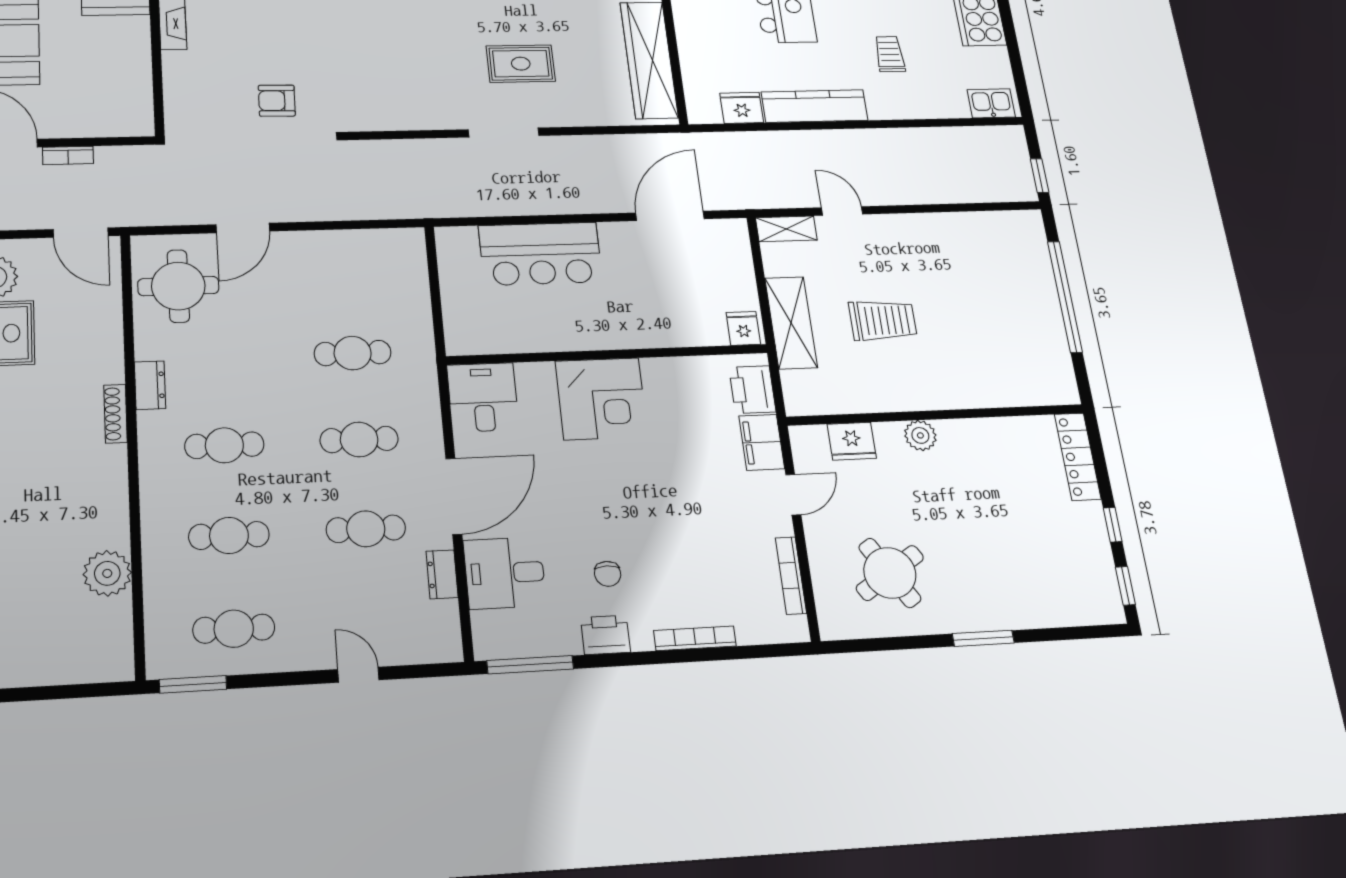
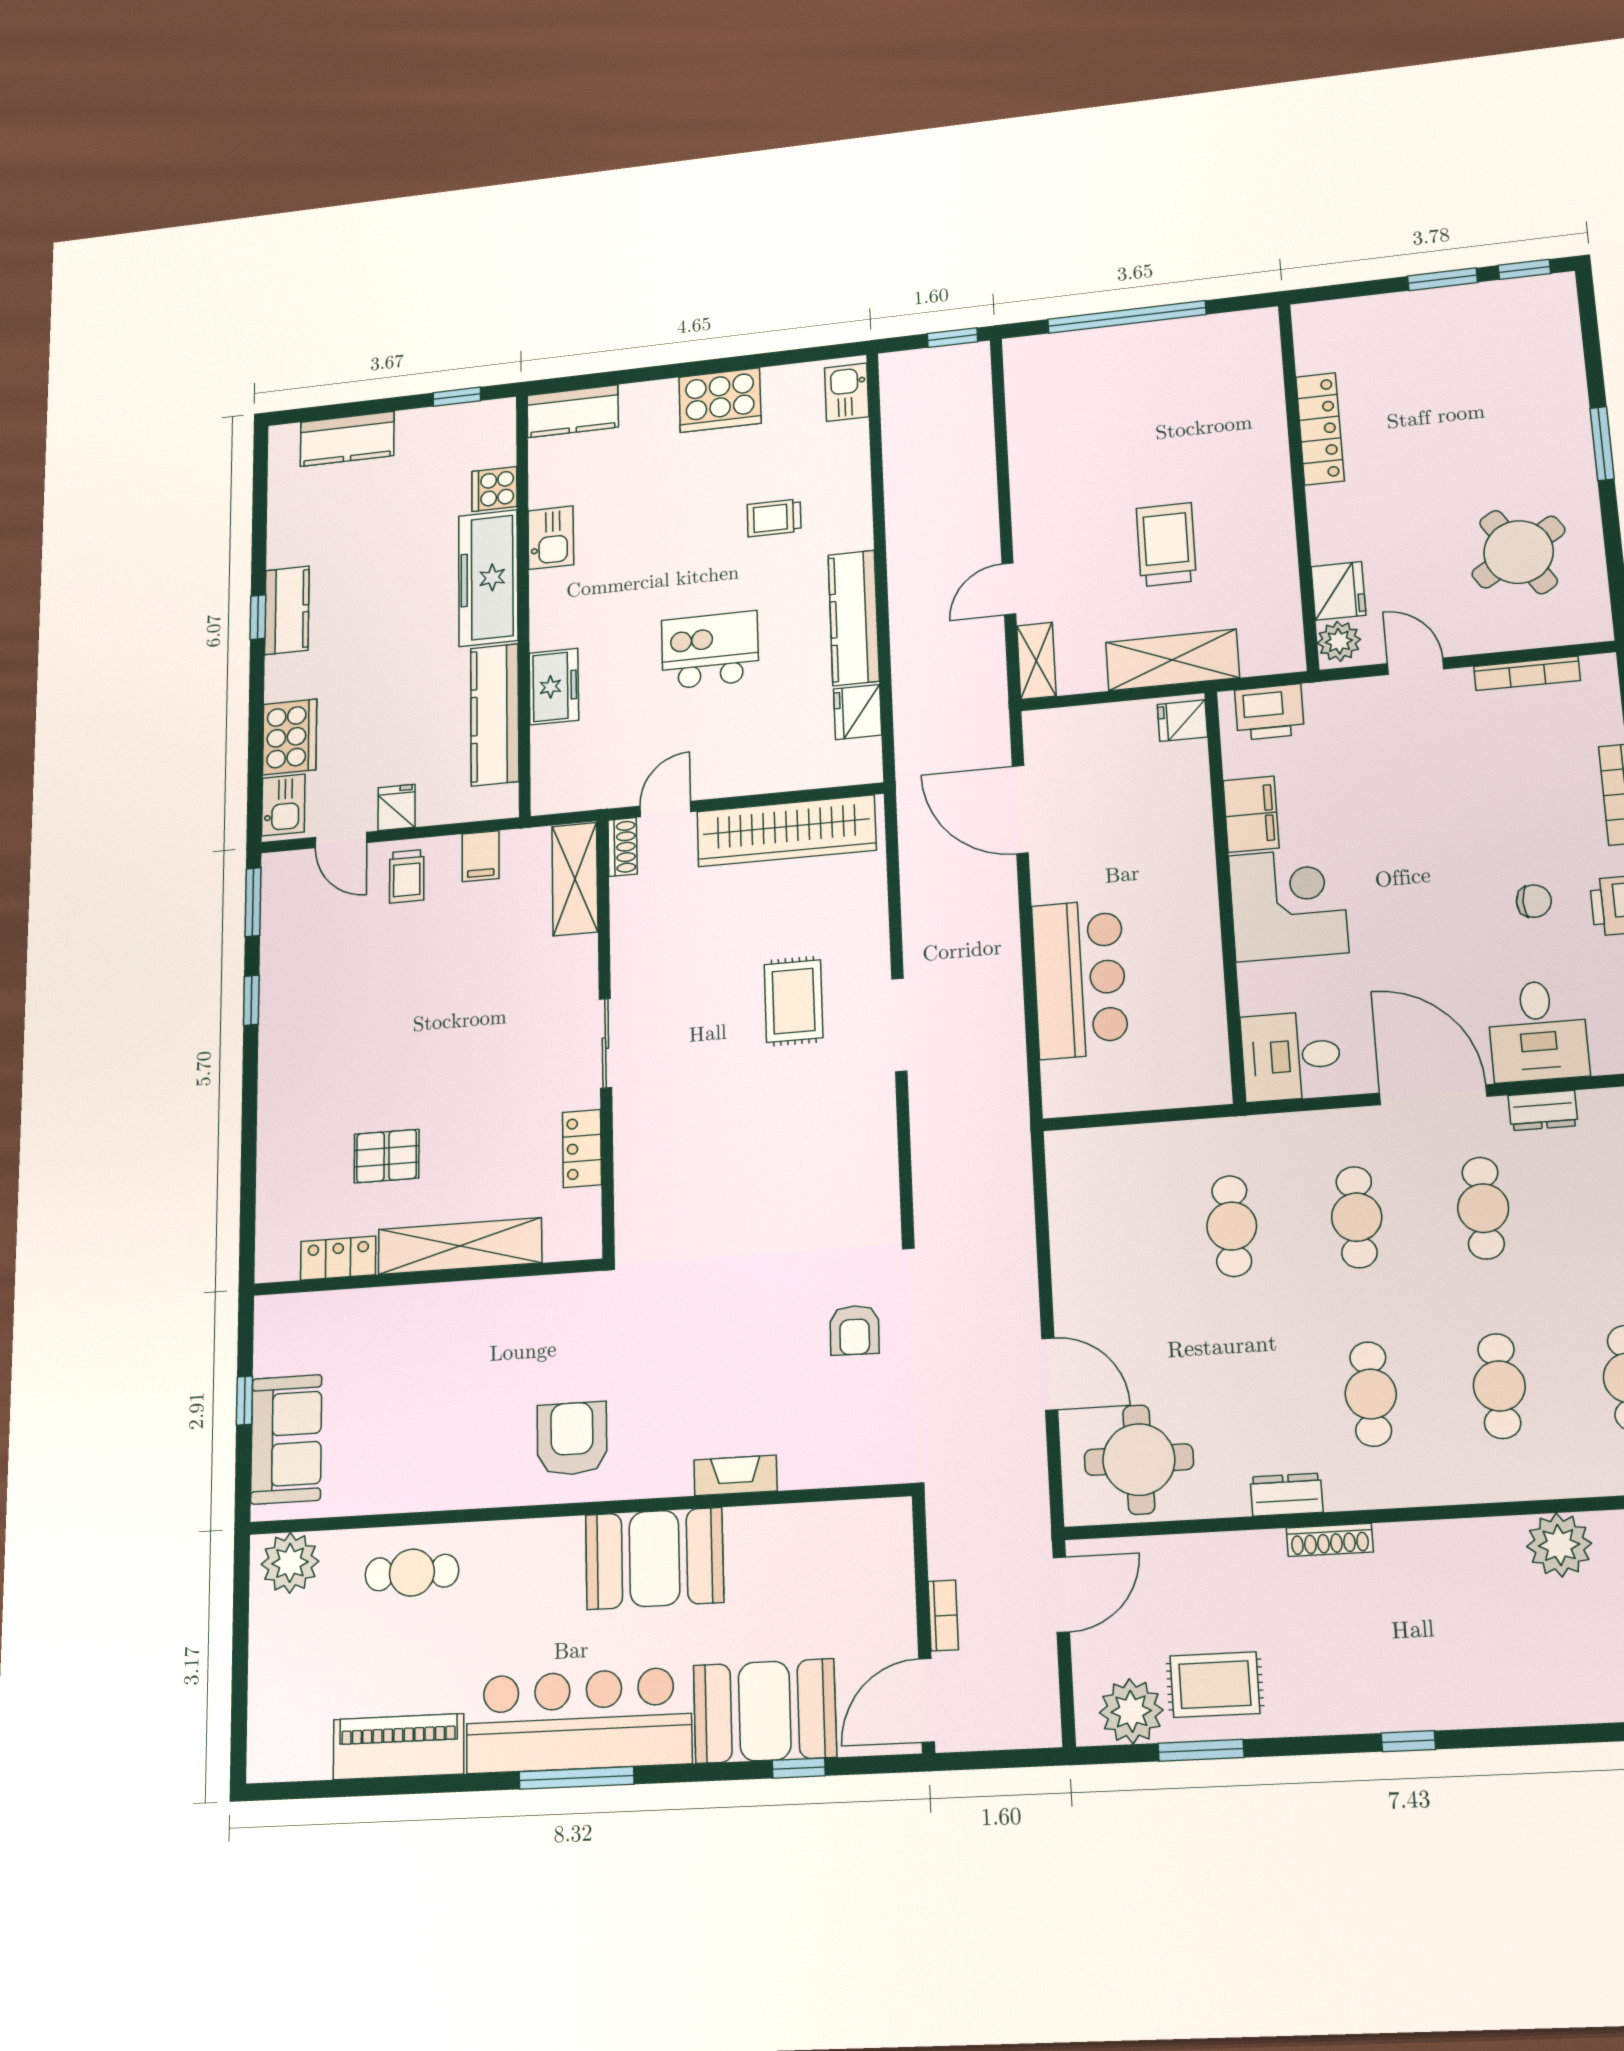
plant: (920, 435) -> (1339, 641), moved
filing cabinet: (762, 442) -> (1251, 814), moved, turned -90
locker: (1078, 457) -> (1320, 429), moved, turned -90
window: (1113, 525) -> (1442, 279), width x1.50

